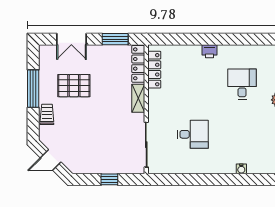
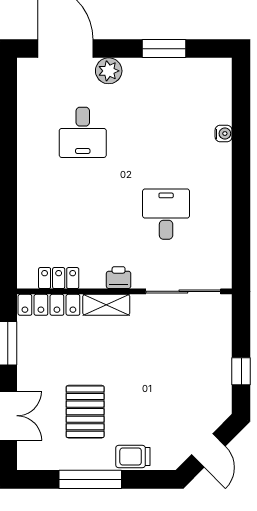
printer: (209, 51) -> (119, 278), moved, turned -90
locker: (154, 70) -> (59, 278), width x0.66
desk: (242, 84) -> (83, 132), turned -90
window: (109, 179) -> (241, 371), moved

